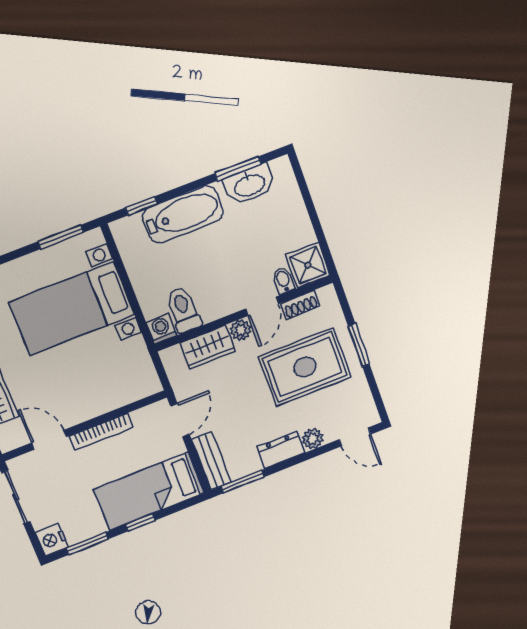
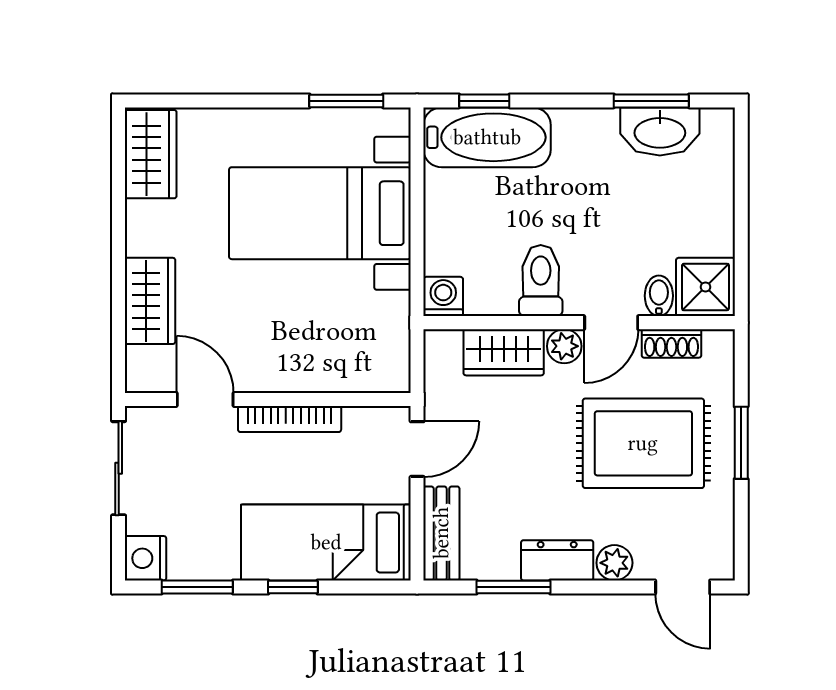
bathtub: (183, 214) -> (487, 137), moved
toilet: (183, 310) -> (541, 281), moved
window: (242, 482) -> (513, 587), moved

